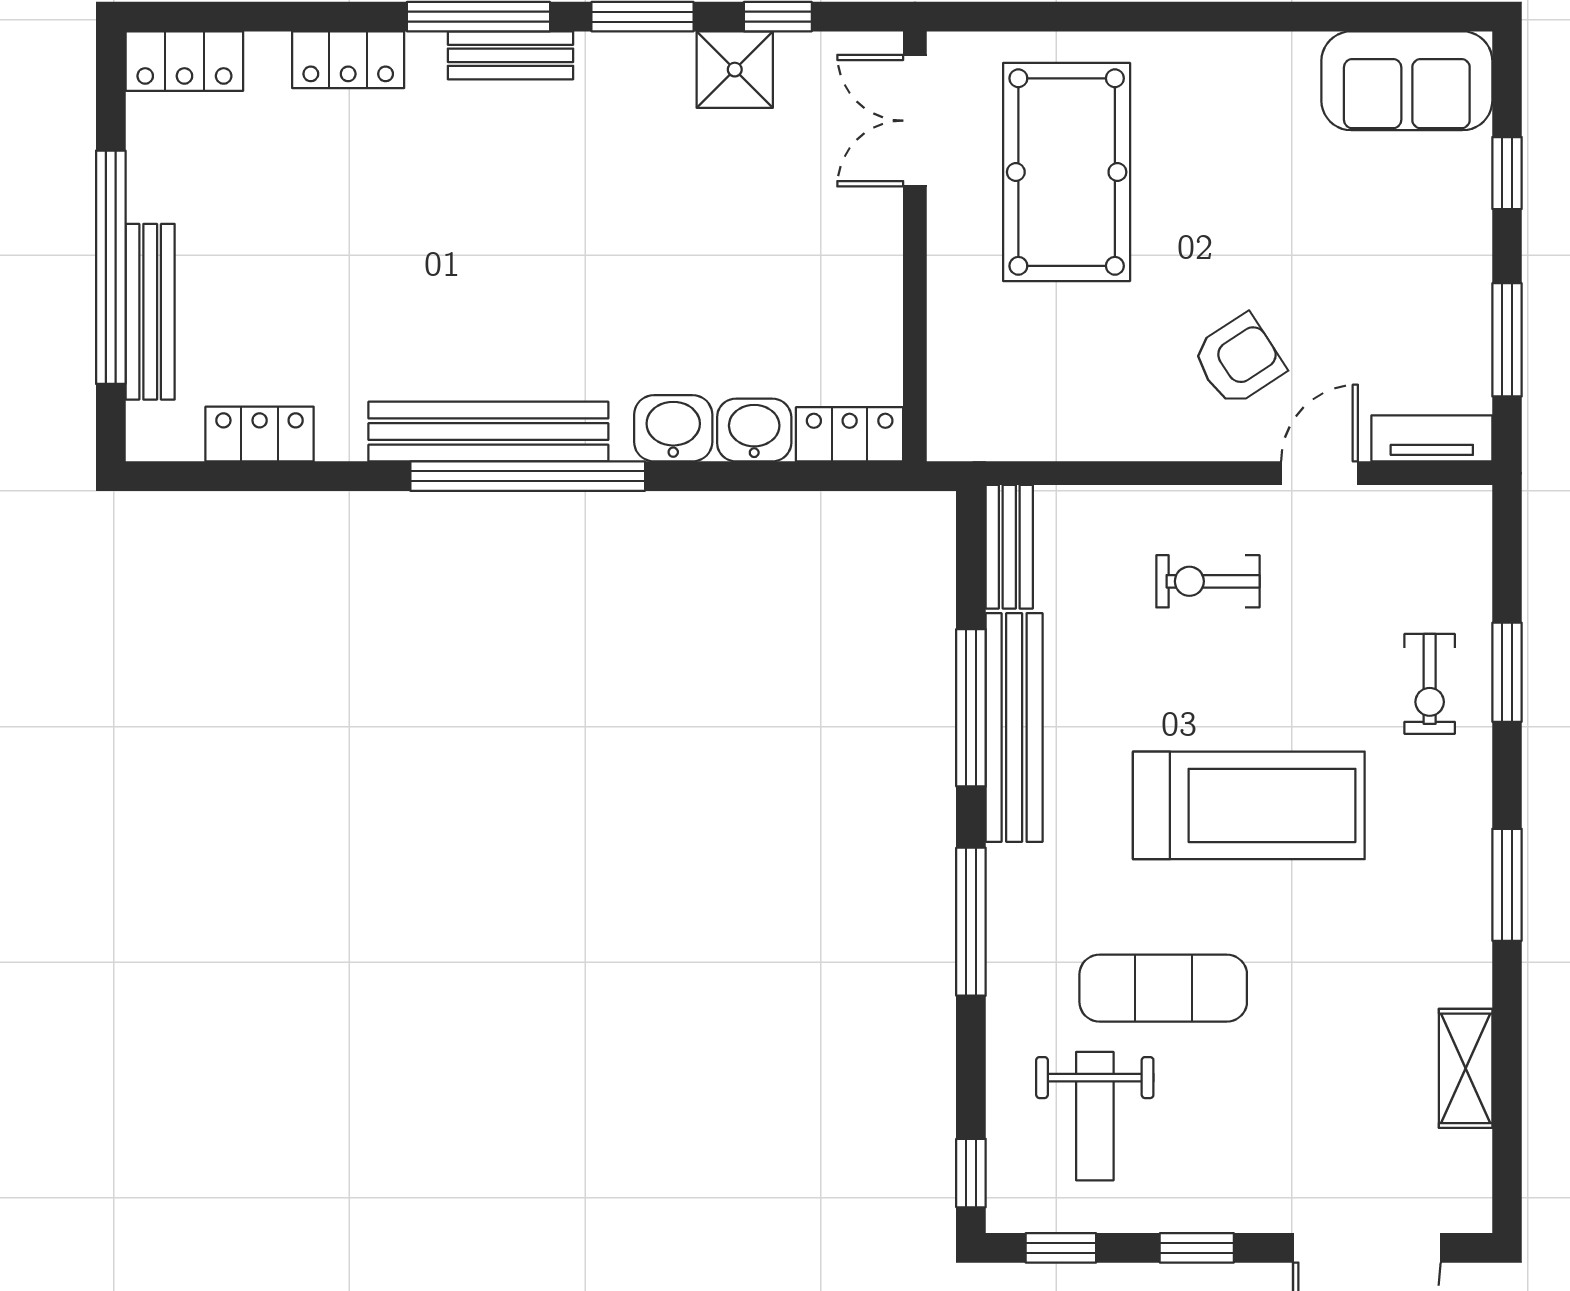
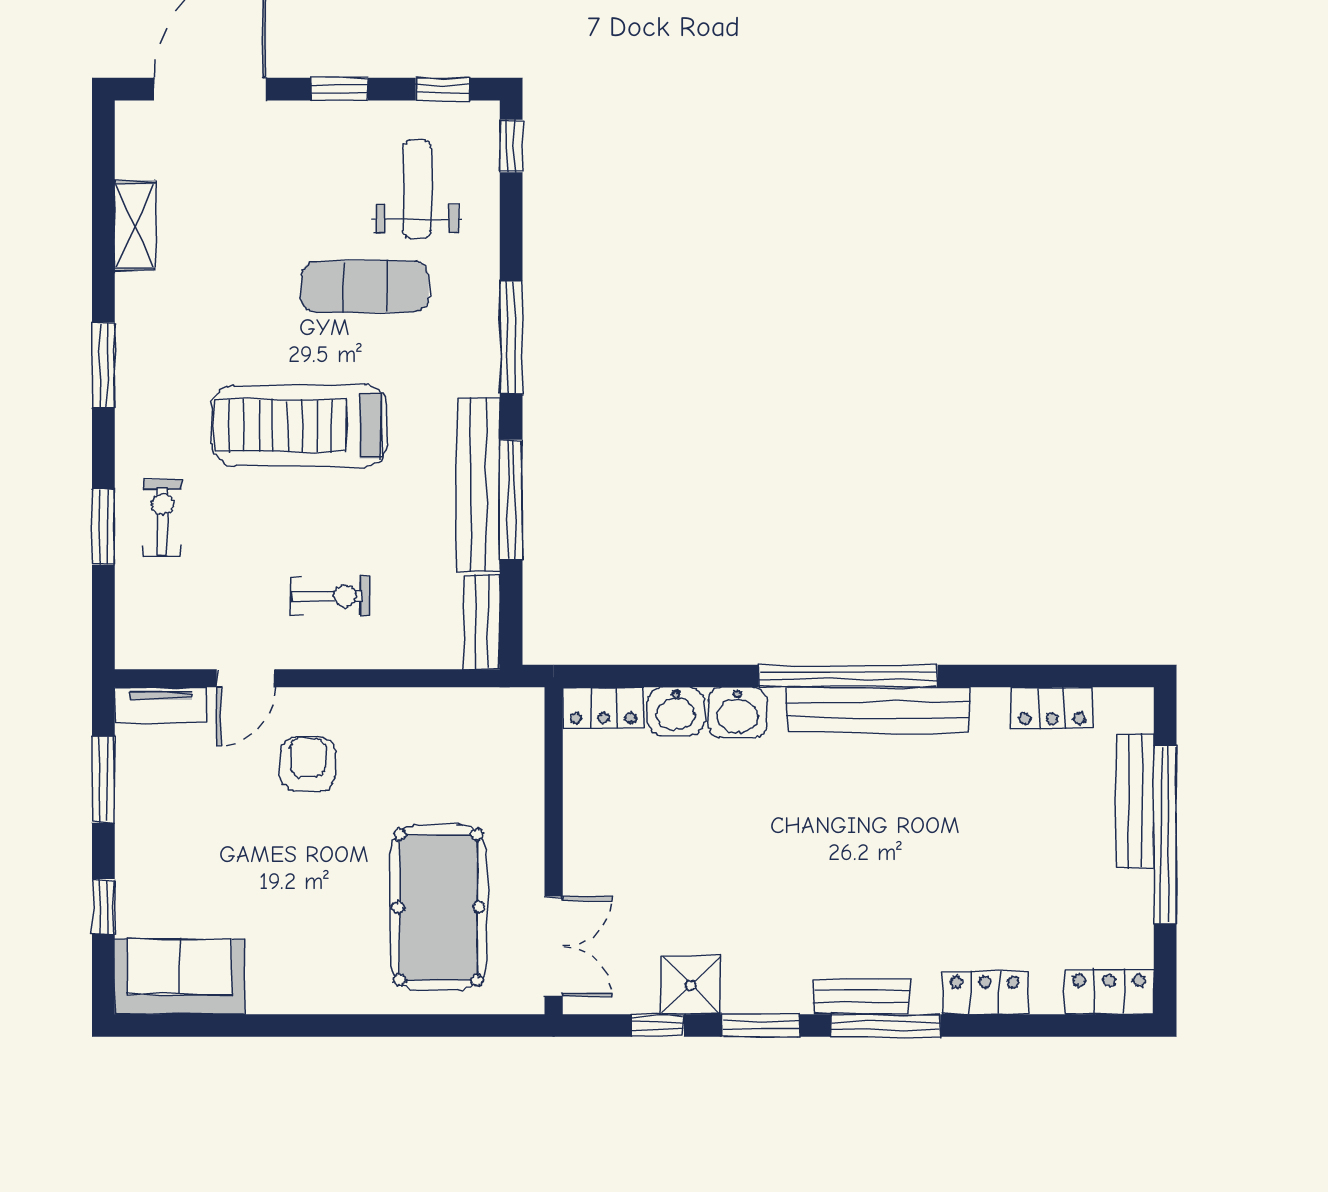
armchair: (1238, 360) -> (308, 764), turned 123

